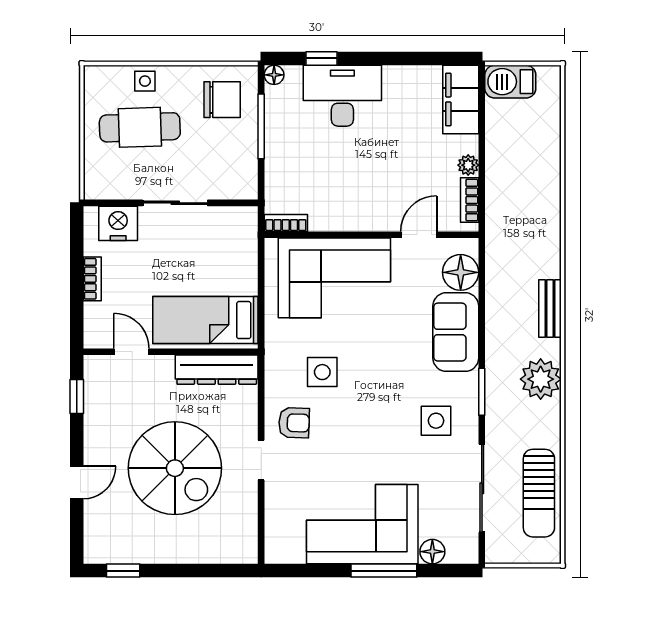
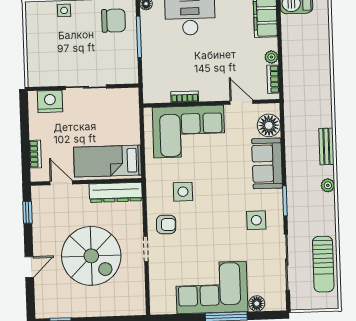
cafe table: (140, 127) -> (62, 40), removed
bookcase: (286, 223) -> (185, 97), moved
door: (419, 235) -> (241, 102), hinge flipped
bookcase: (92, 279) -> (35, 154), moved
plant: (541, 379) -> (328, 185), width x0.53, depth x0.53

